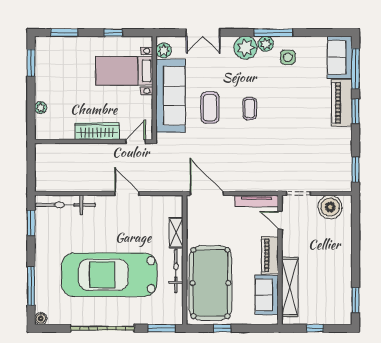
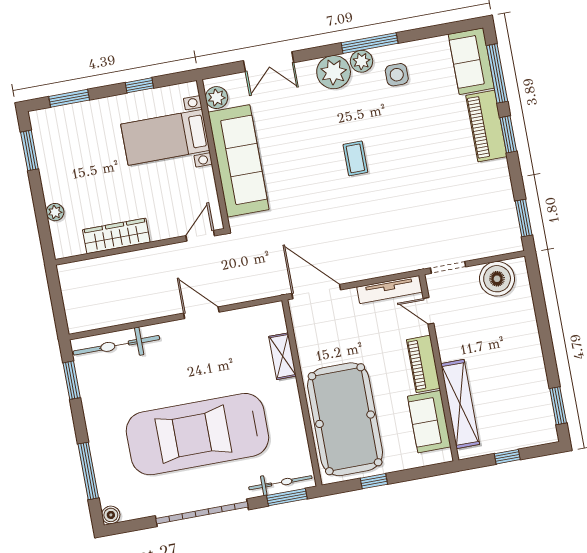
coffee table: (210, 108) -> (298, 168), removed
wardrobe: (97, 131) -> (116, 236), moved
bicycle: (176, 271) -> (280, 483), moved, turned 90

